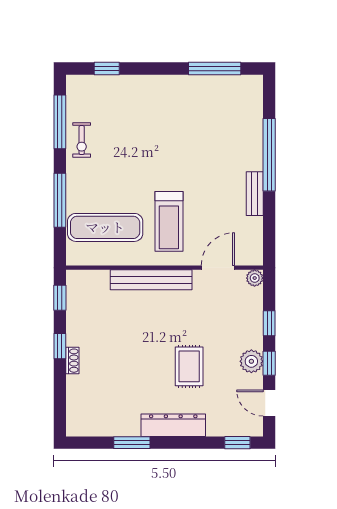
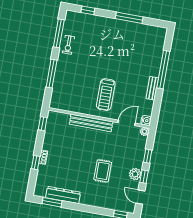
window: (215, 69) -> (129, 18), moved
exercise mat: (105, 227) -> (72, 92), removed
water cooler: (254, 257) -> (146, 120), added
window: (60, 346) -> (36, 163), moved
dresser: (173, 425) -> (63, 195), moved
window: (132, 443) -> (52, 202), moved

